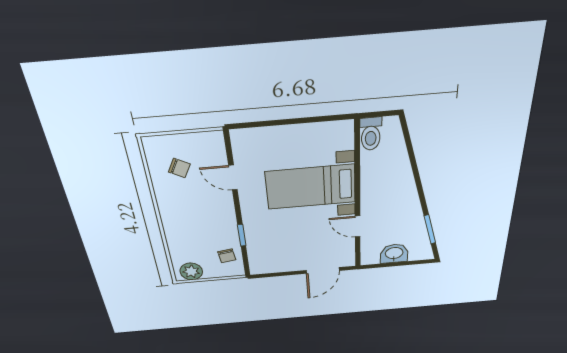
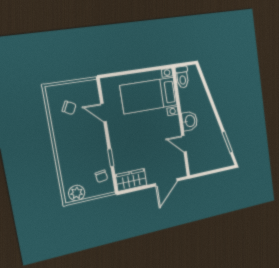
bed with nightstands: (311, 187) -> (149, 95), moved
washbasin: (394, 254) -> (190, 121), moved, turned 90
wardrobe: (270, 263) -> (131, 180), added

